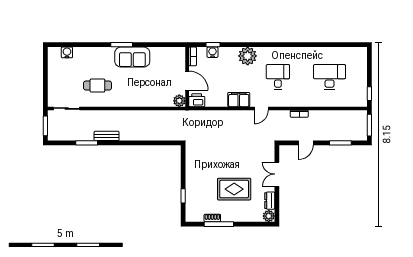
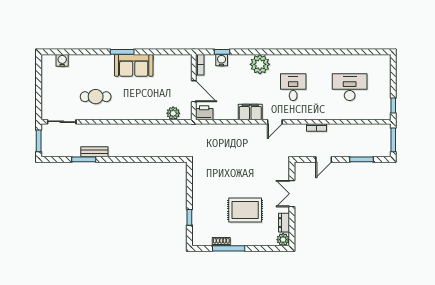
plant: (179, 101) -> (173, 113), moved
bench: (107, 136) -> (94, 152), moved

